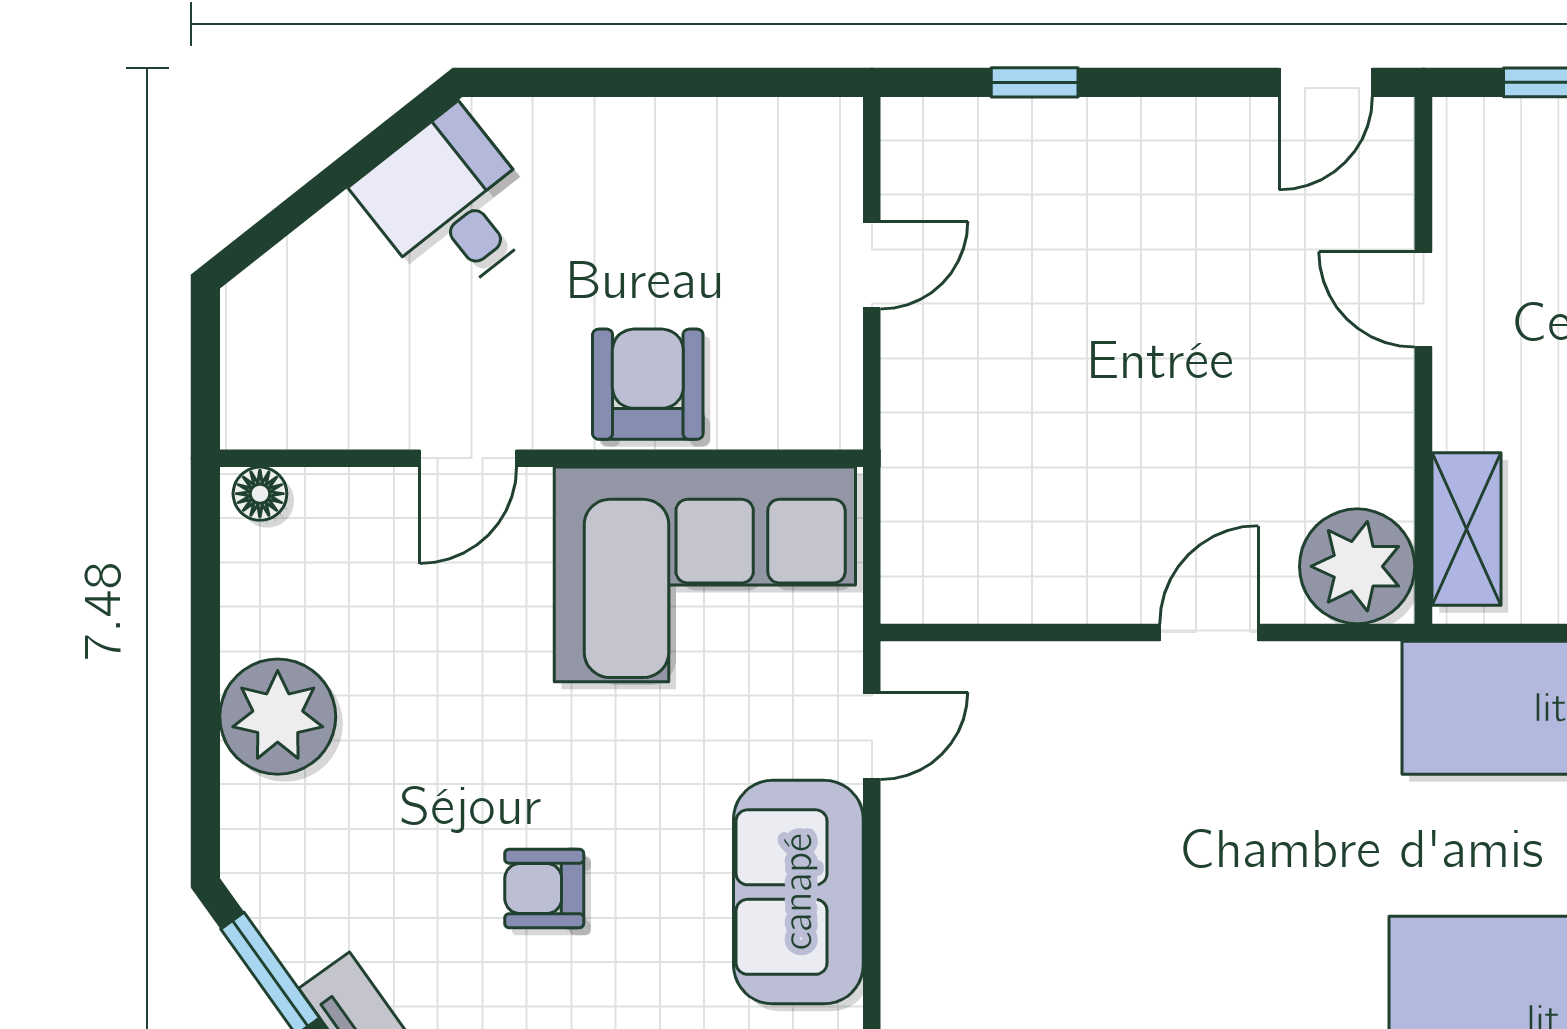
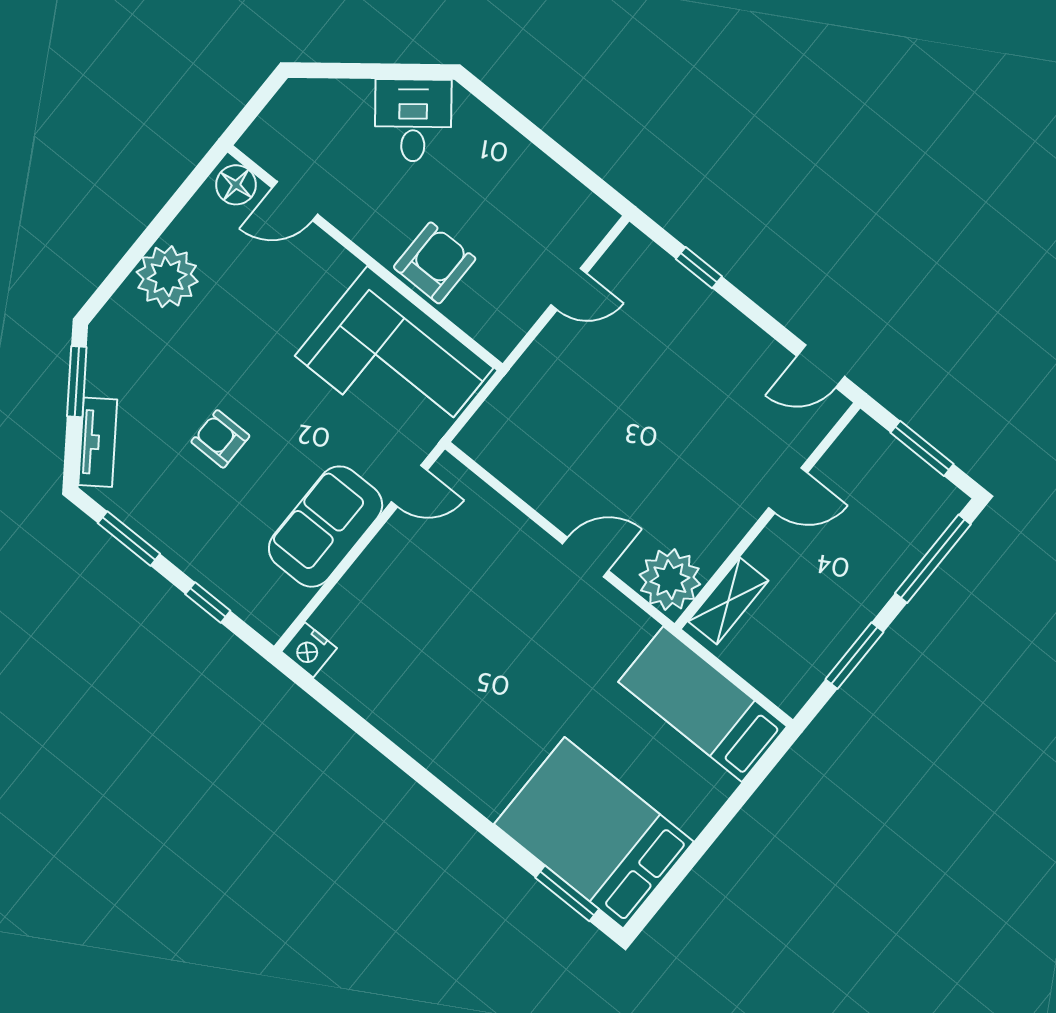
door: (1423, 299) -> (788, 490), swing flipped
door: (468, 458) -> (295, 201), moved
floor lamp: (260, 494) -> (236, 185), width x1.37, depth x1.37

